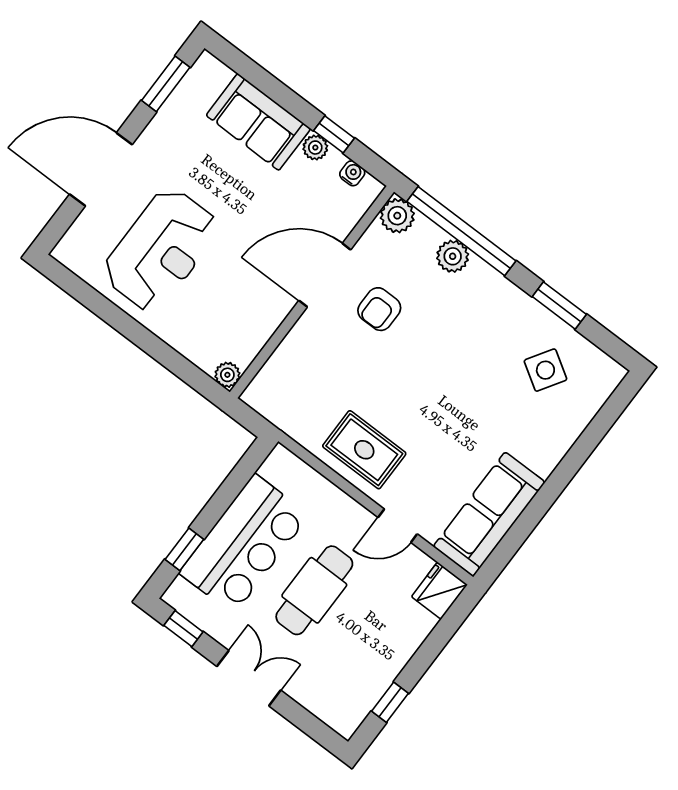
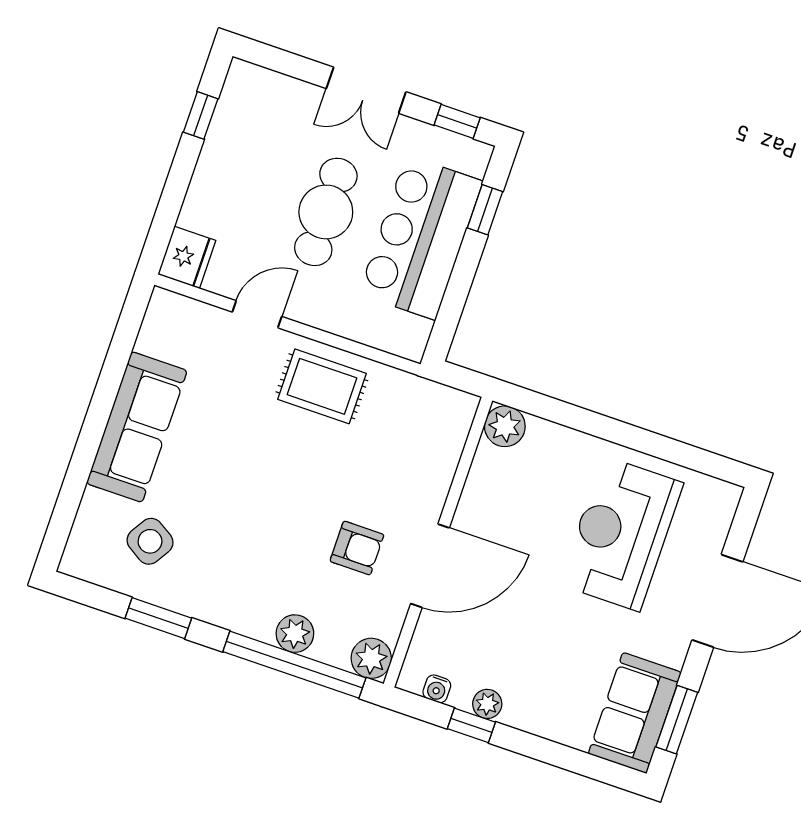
sofa: (258, 122) -> (635, 713), moved, turned -90
armchair: (379, 309) -> (357, 548), turned 90
plant: (227, 375) -> (505, 426), width x1.38, depth x1.38
sofa: (489, 514) -> (137, 427), moved

